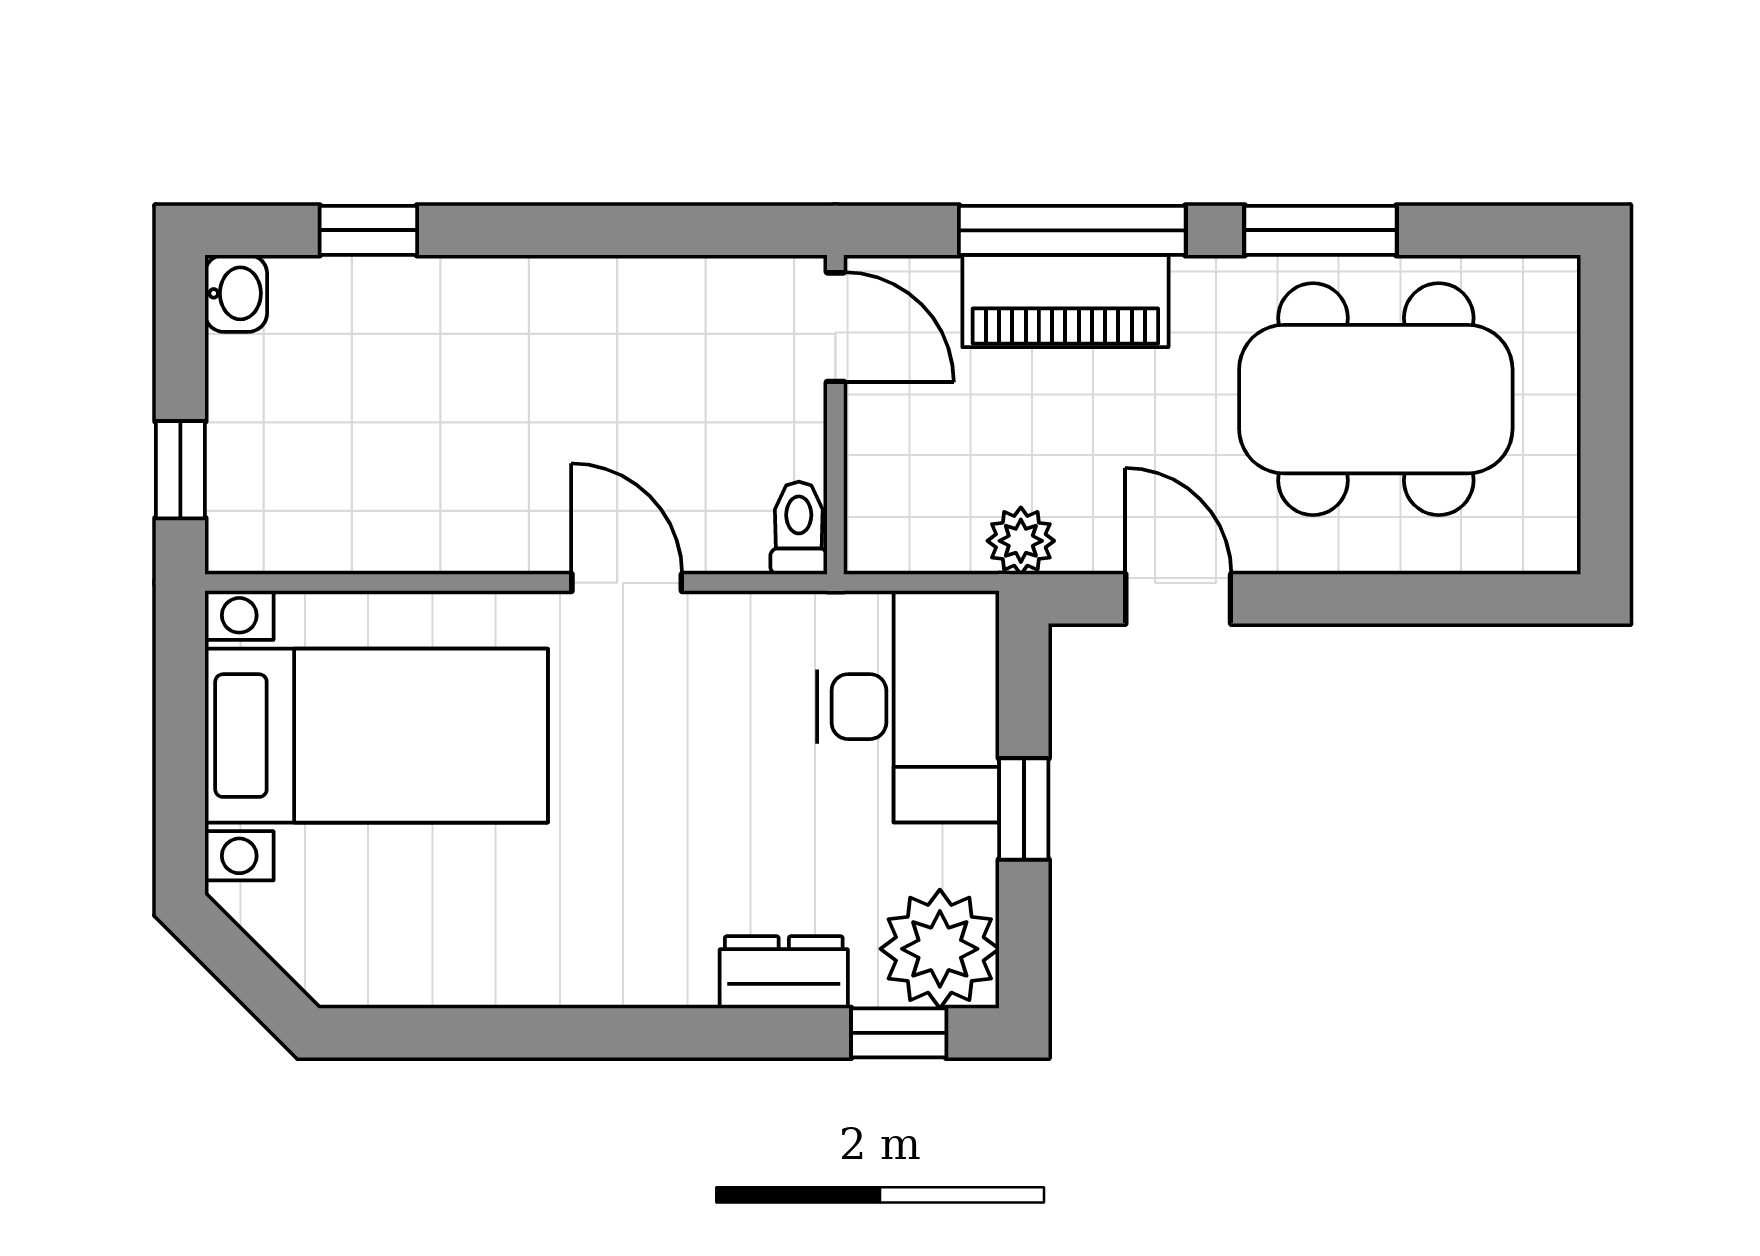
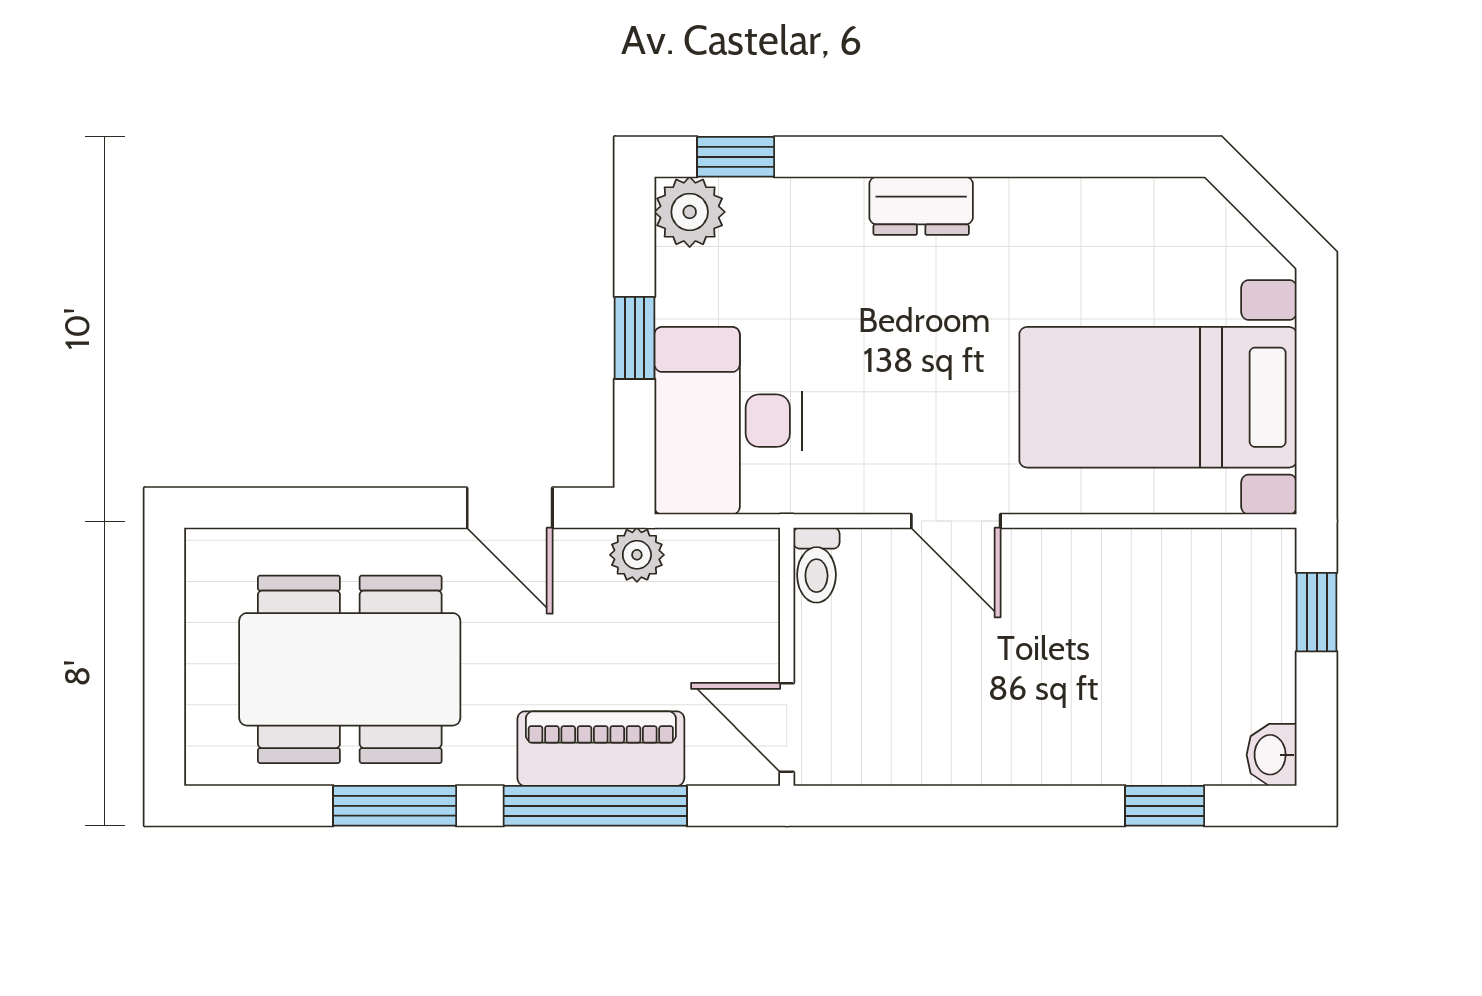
plant: (940, 949) -> (690, 212), width x0.73, depth x0.73
dresser: (784, 972) -> (921, 206), moved

